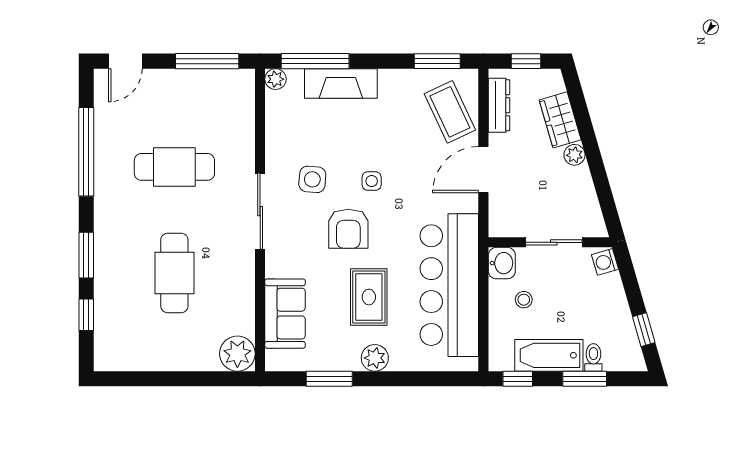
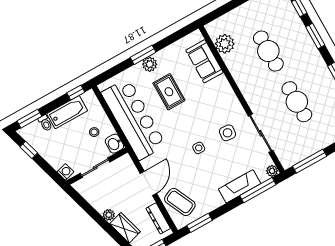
cafe table: (174, 167) -> (297, 102), turned 90
sliding door: (260, 211) -> (261, 133), moved
armchair: (348, 229) -> (197, 119), removed
plant: (237, 354) -> (225, 44), moved
window: (329, 379) -> (143, 55), moved
window: (585, 379) -> (29, 119), moved

